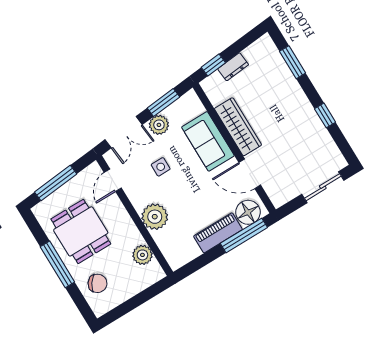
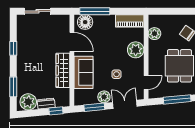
plant: (259, 54) -> (28, 102), added
piano: (218, 233) -> (130, 21), moved

